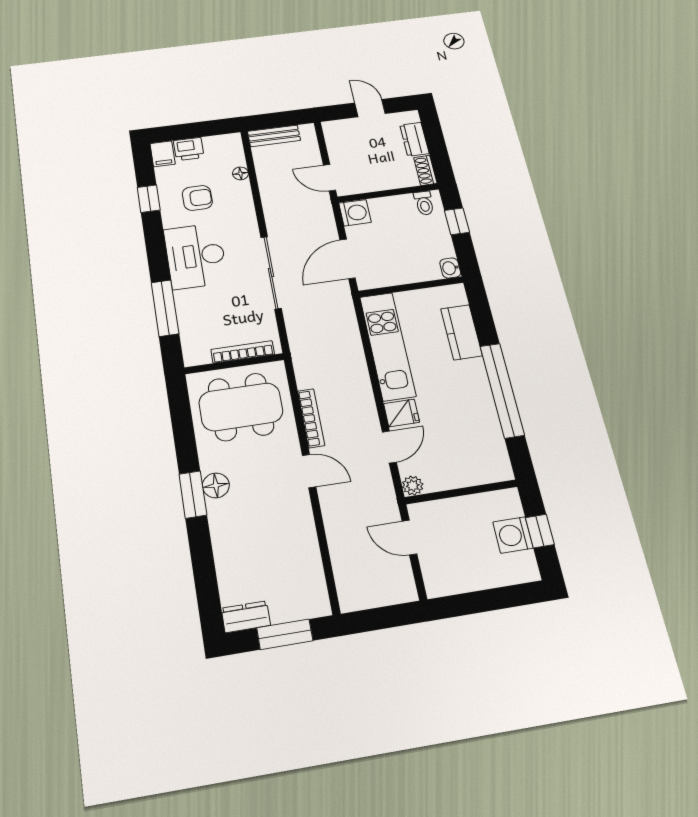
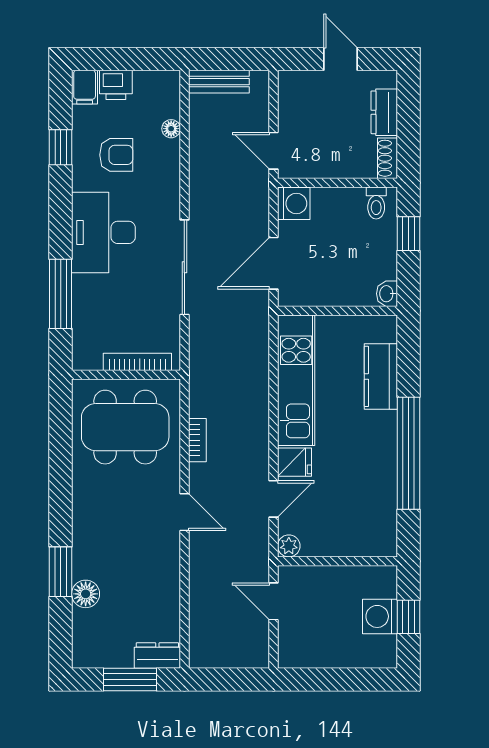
bookcase: (311, 418) -> (197, 440), width x0.64
floor lamp: (216, 485) -> (86, 594), moved
window: (193, 495) -> (61, 572), moved
dresser: (246, 617) -> (157, 655), moved

